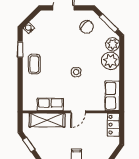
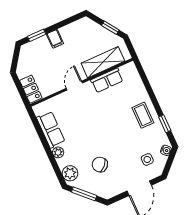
chair: (87, 27) -> (100, 165), moved
plant: (110, 61) -> (58, 152), width x0.53, depth x0.53
side table: (76, 72) -> (147, 159), moved
row of seats: (112, 96) -> (51, 130), moved

